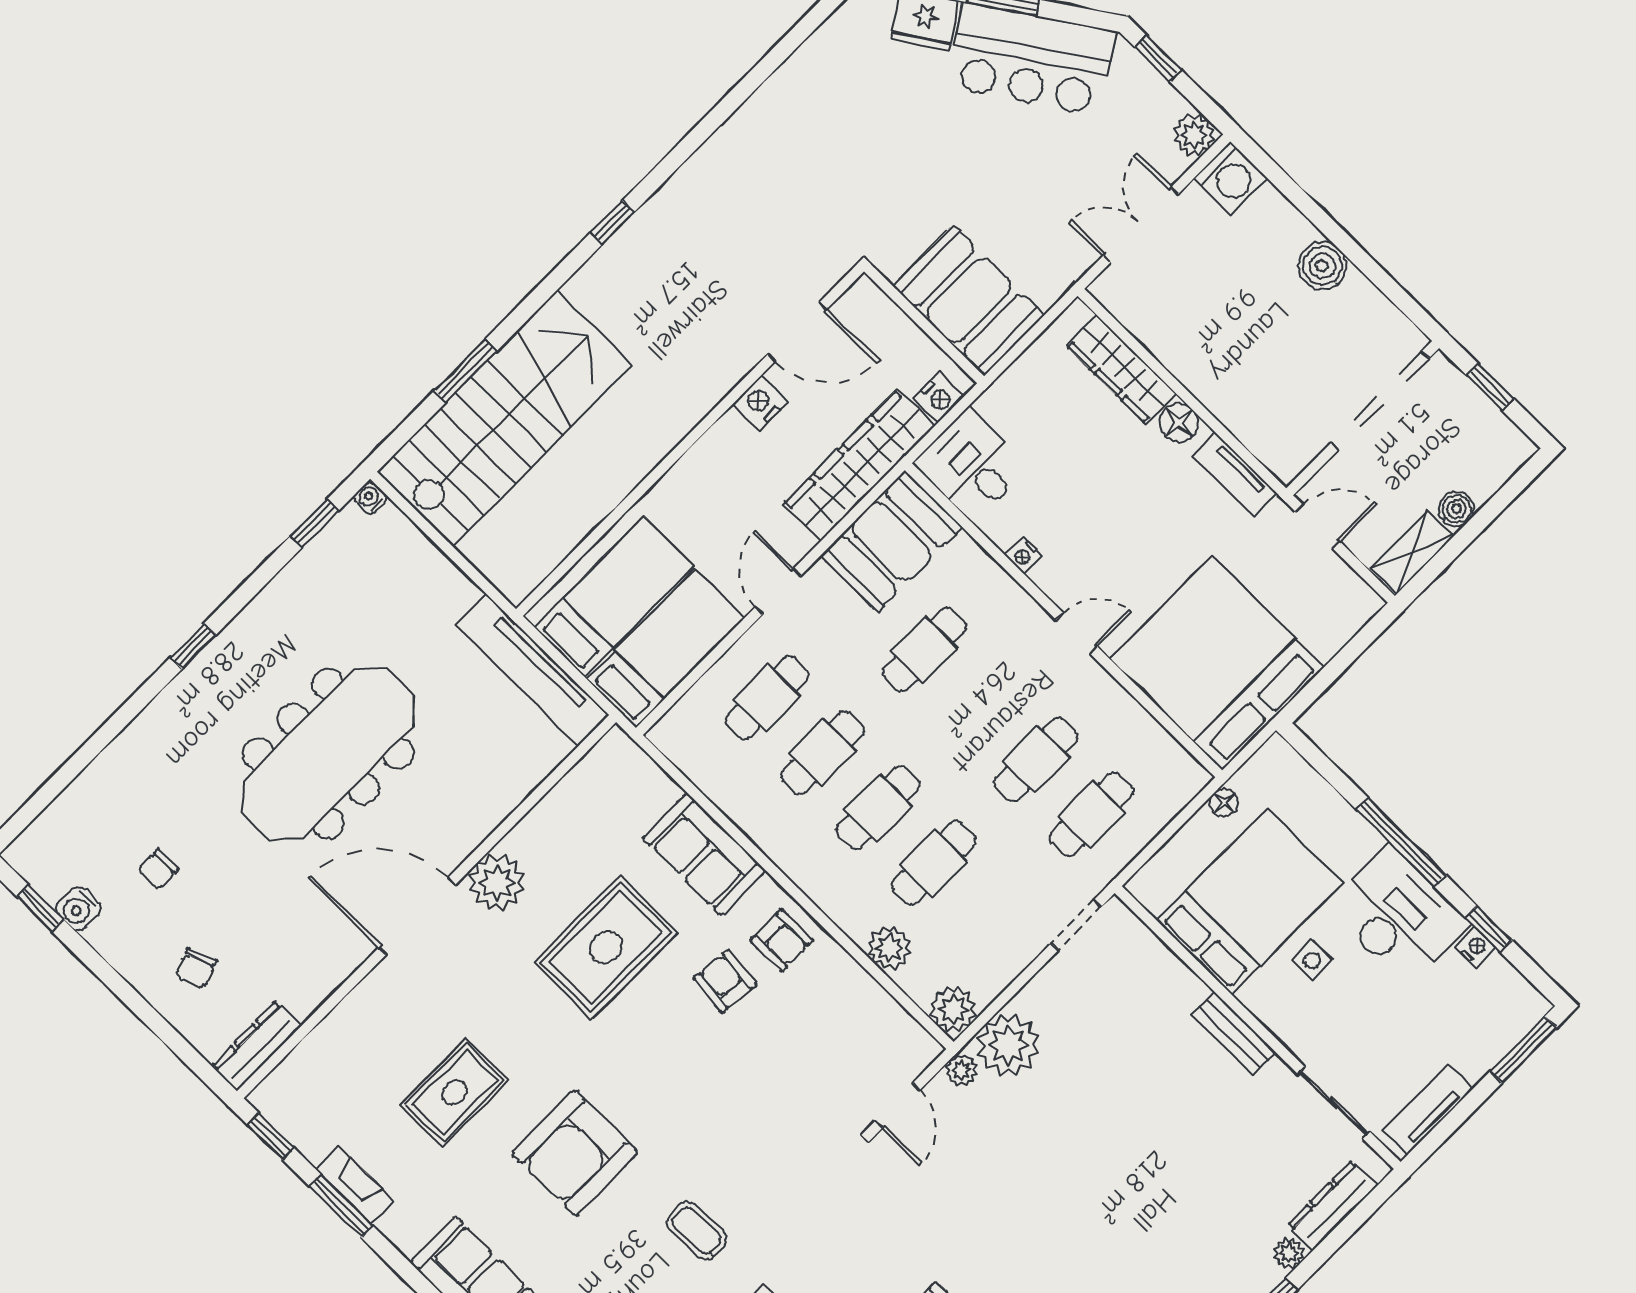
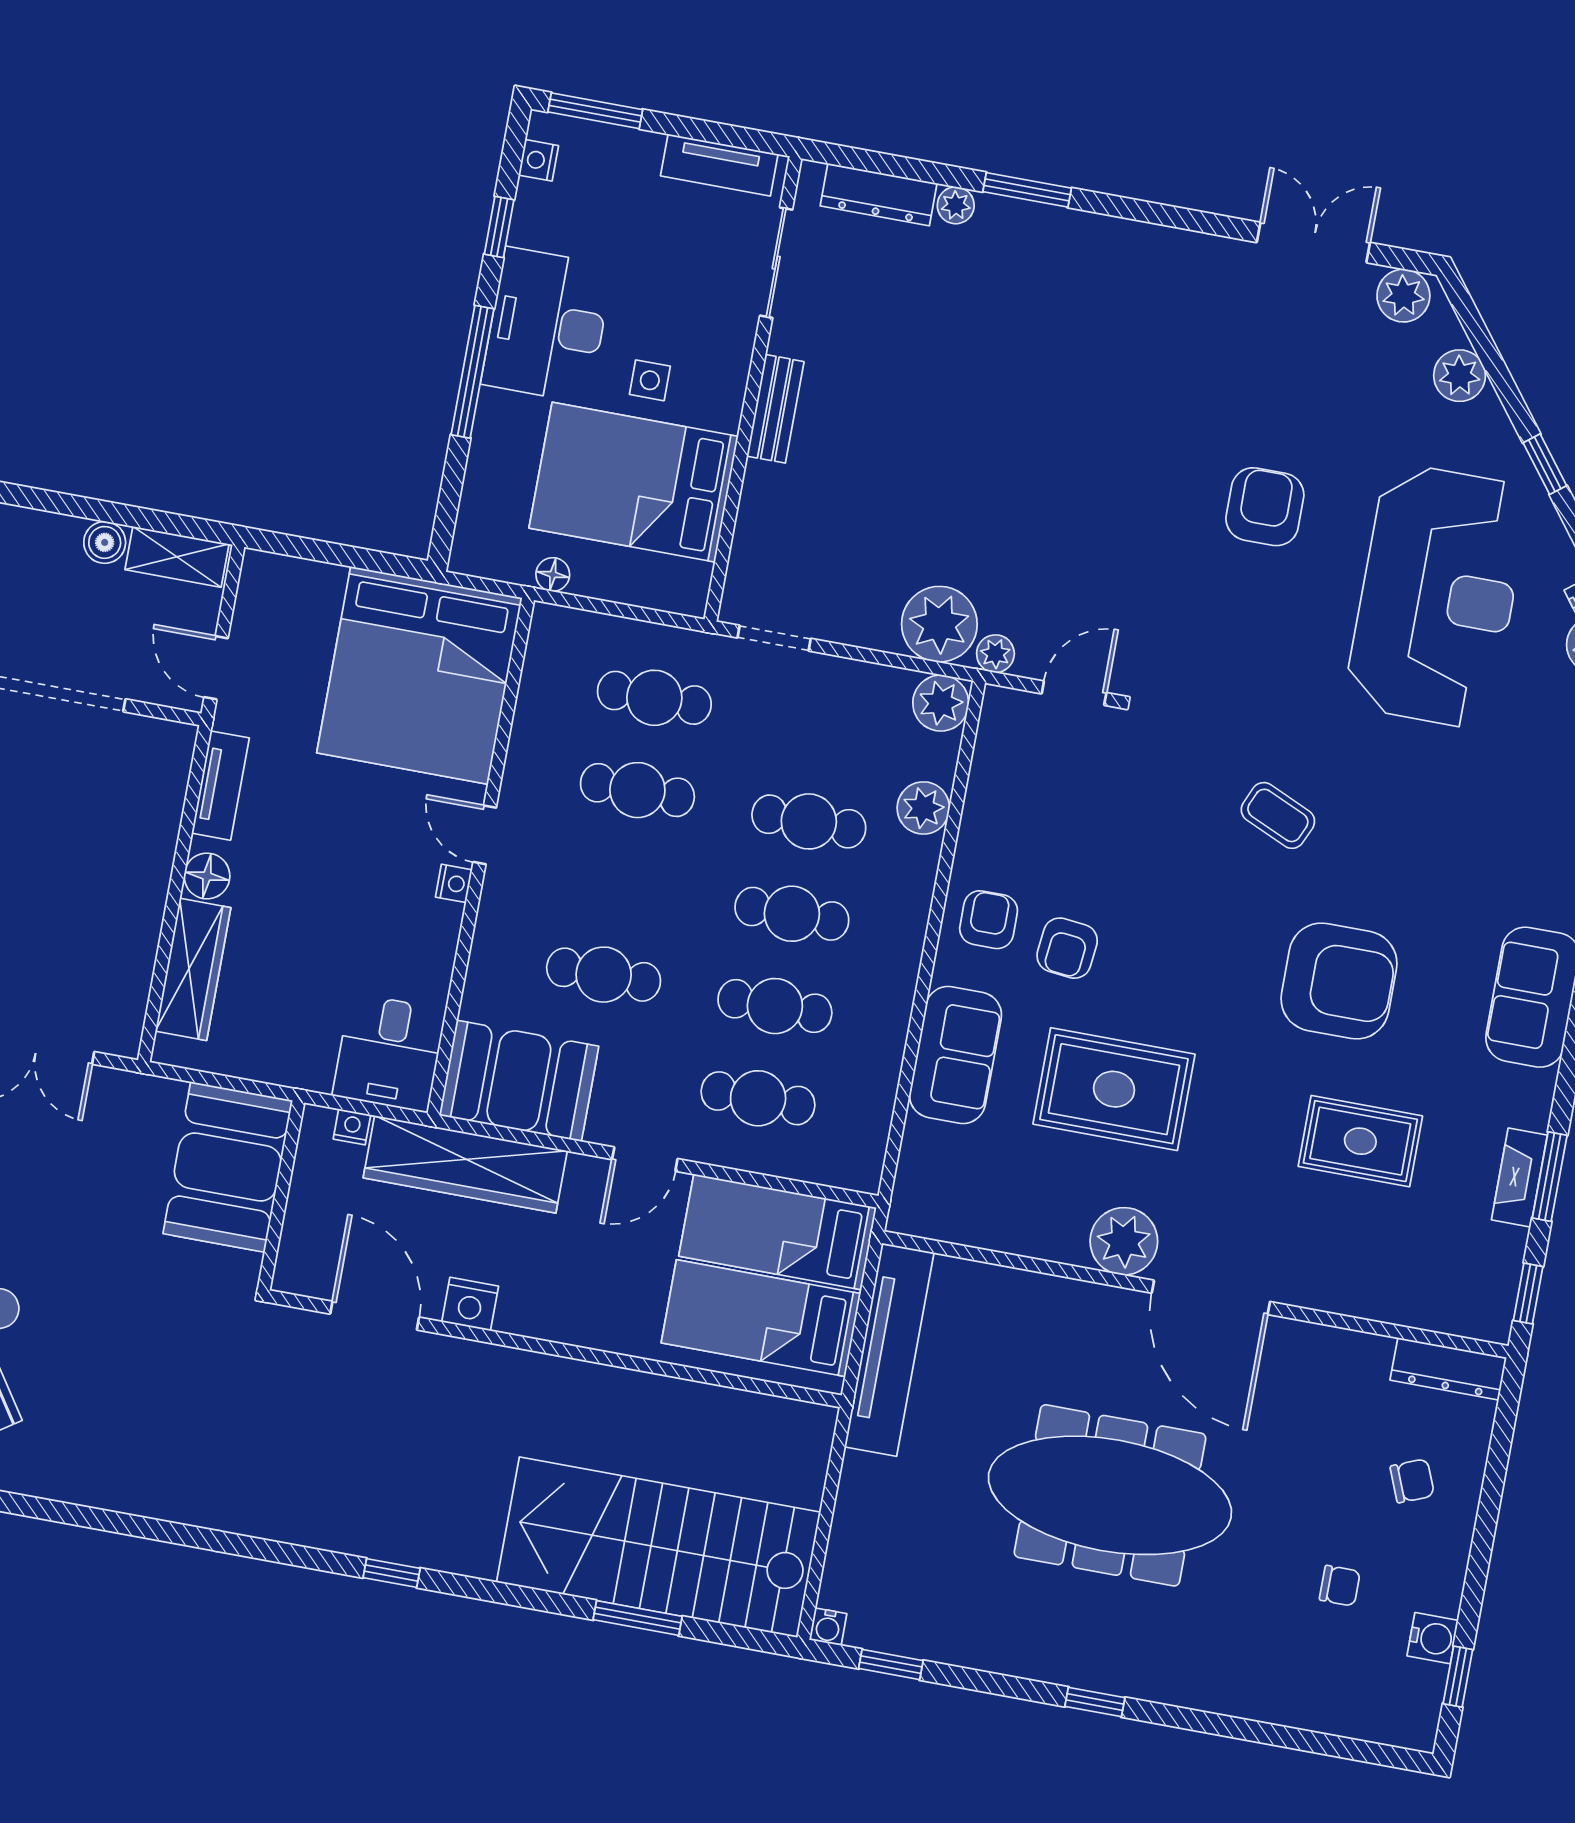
nightstand: (938, 398) -> (352, 1127), width x0.72, depth x0.74
nightstand: (1024, 555) -> (454, 883), moved
nightstand: (1476, 947) -> (539, 160), moved
coffee table: (697, 1231) -> (1278, 815), moved, turned -64

